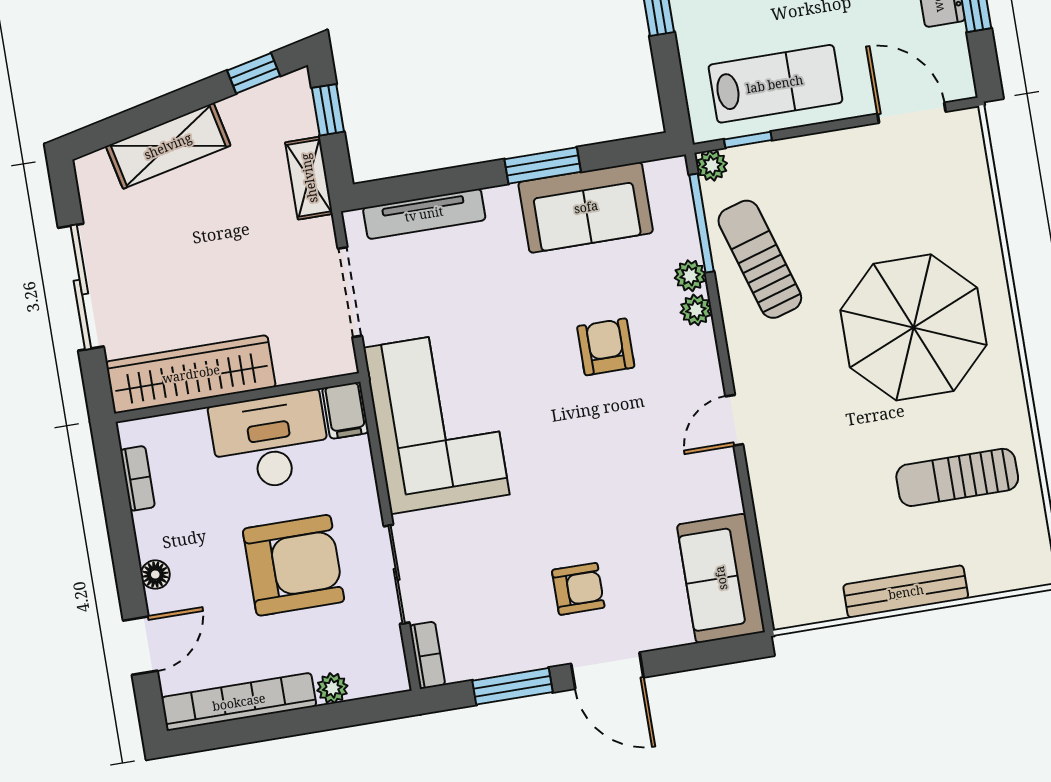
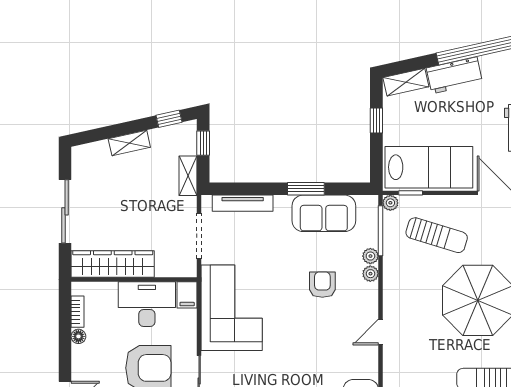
lab bench: (775, 84) -> (429, 167), width x1.36, depth x1.39
shelving: (168, 146) -> (129, 143), width x0.67, depth x0.75
sun lounger: (760, 259) -> (437, 235), moved, turned 124
floor lamp: (155, 575) -> (78, 336), moved

